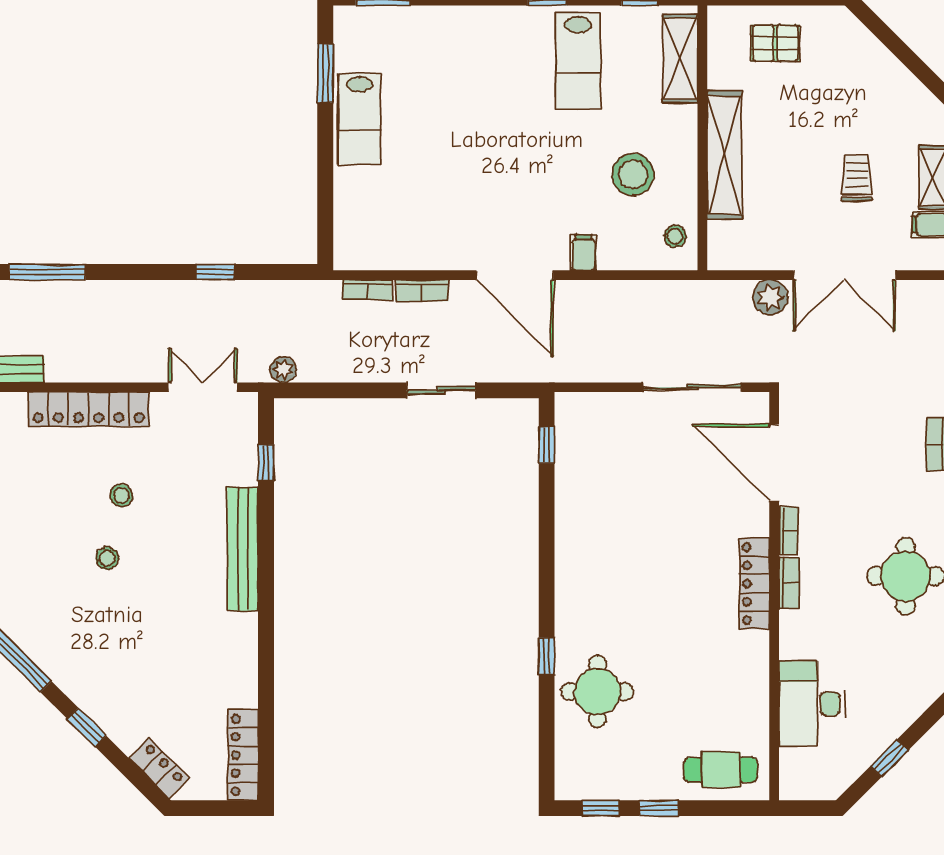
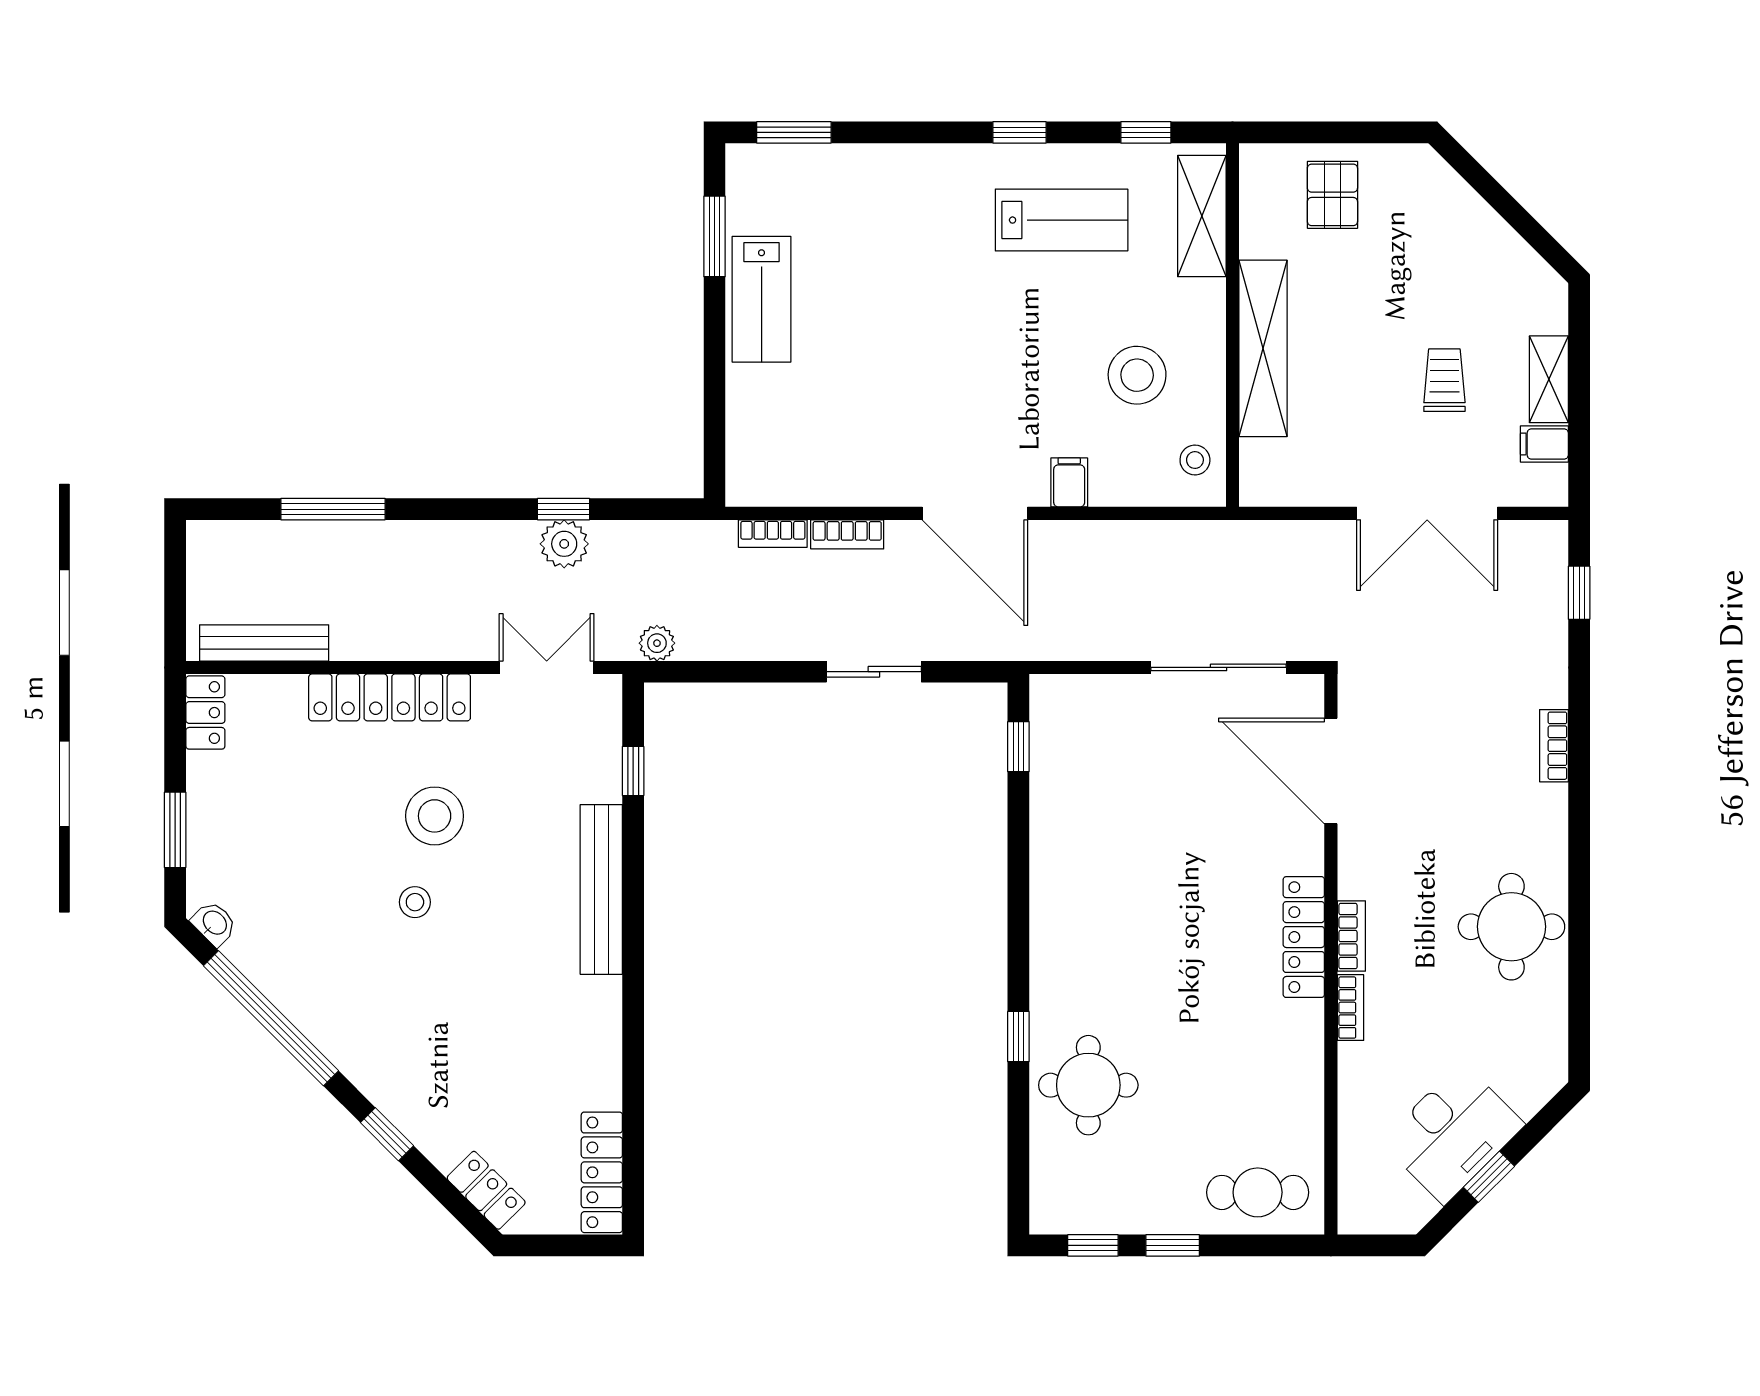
pallet: (775, 43) -> (1332, 195), turned 90
lab bench: (578, 61) -> (1062, 220), turned -90
plant: (770, 297) -> (564, 544), moved
stool: (121, 495) -> (435, 816), width x1.89, depth x1.89
bookcase: (788, 531) -> (1350, 1008), moved
desk: (812, 704) -> (1453, 1133), moved, turned -135

